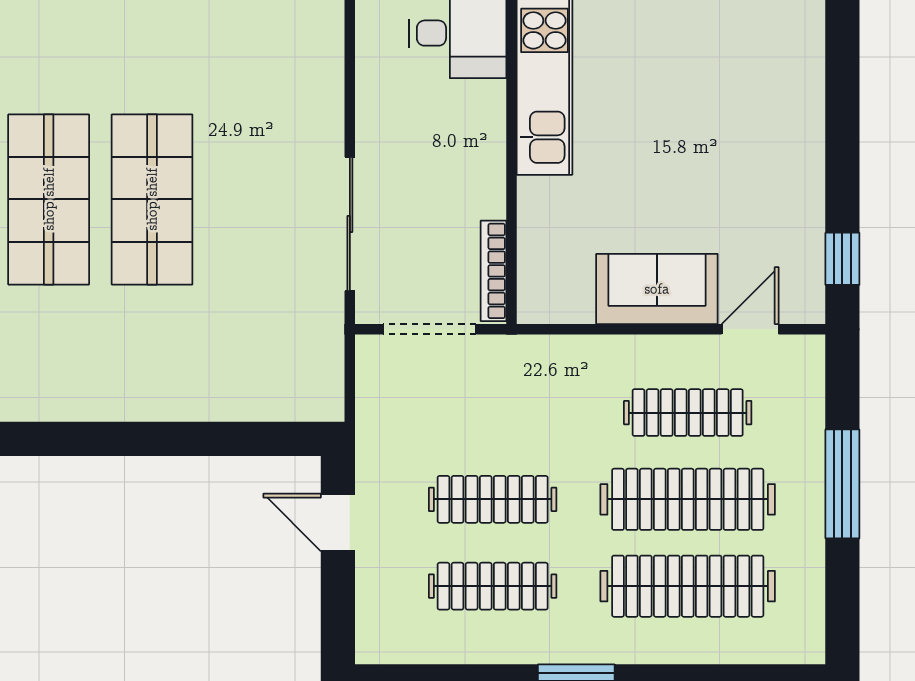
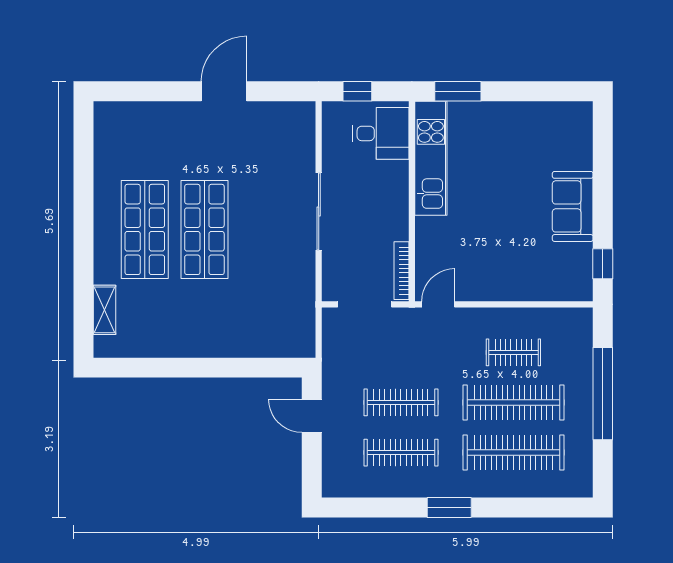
sliding door: (350, 224) -> (319, 212), moved
sofa: (657, 289) -> (573, 206), moved, turned -90
door: (750, 329) -> (438, 304), moved
clothes rail: (688, 413) -> (513, 352), width x0.73
window: (842, 484) -> (603, 394), width x1.46

